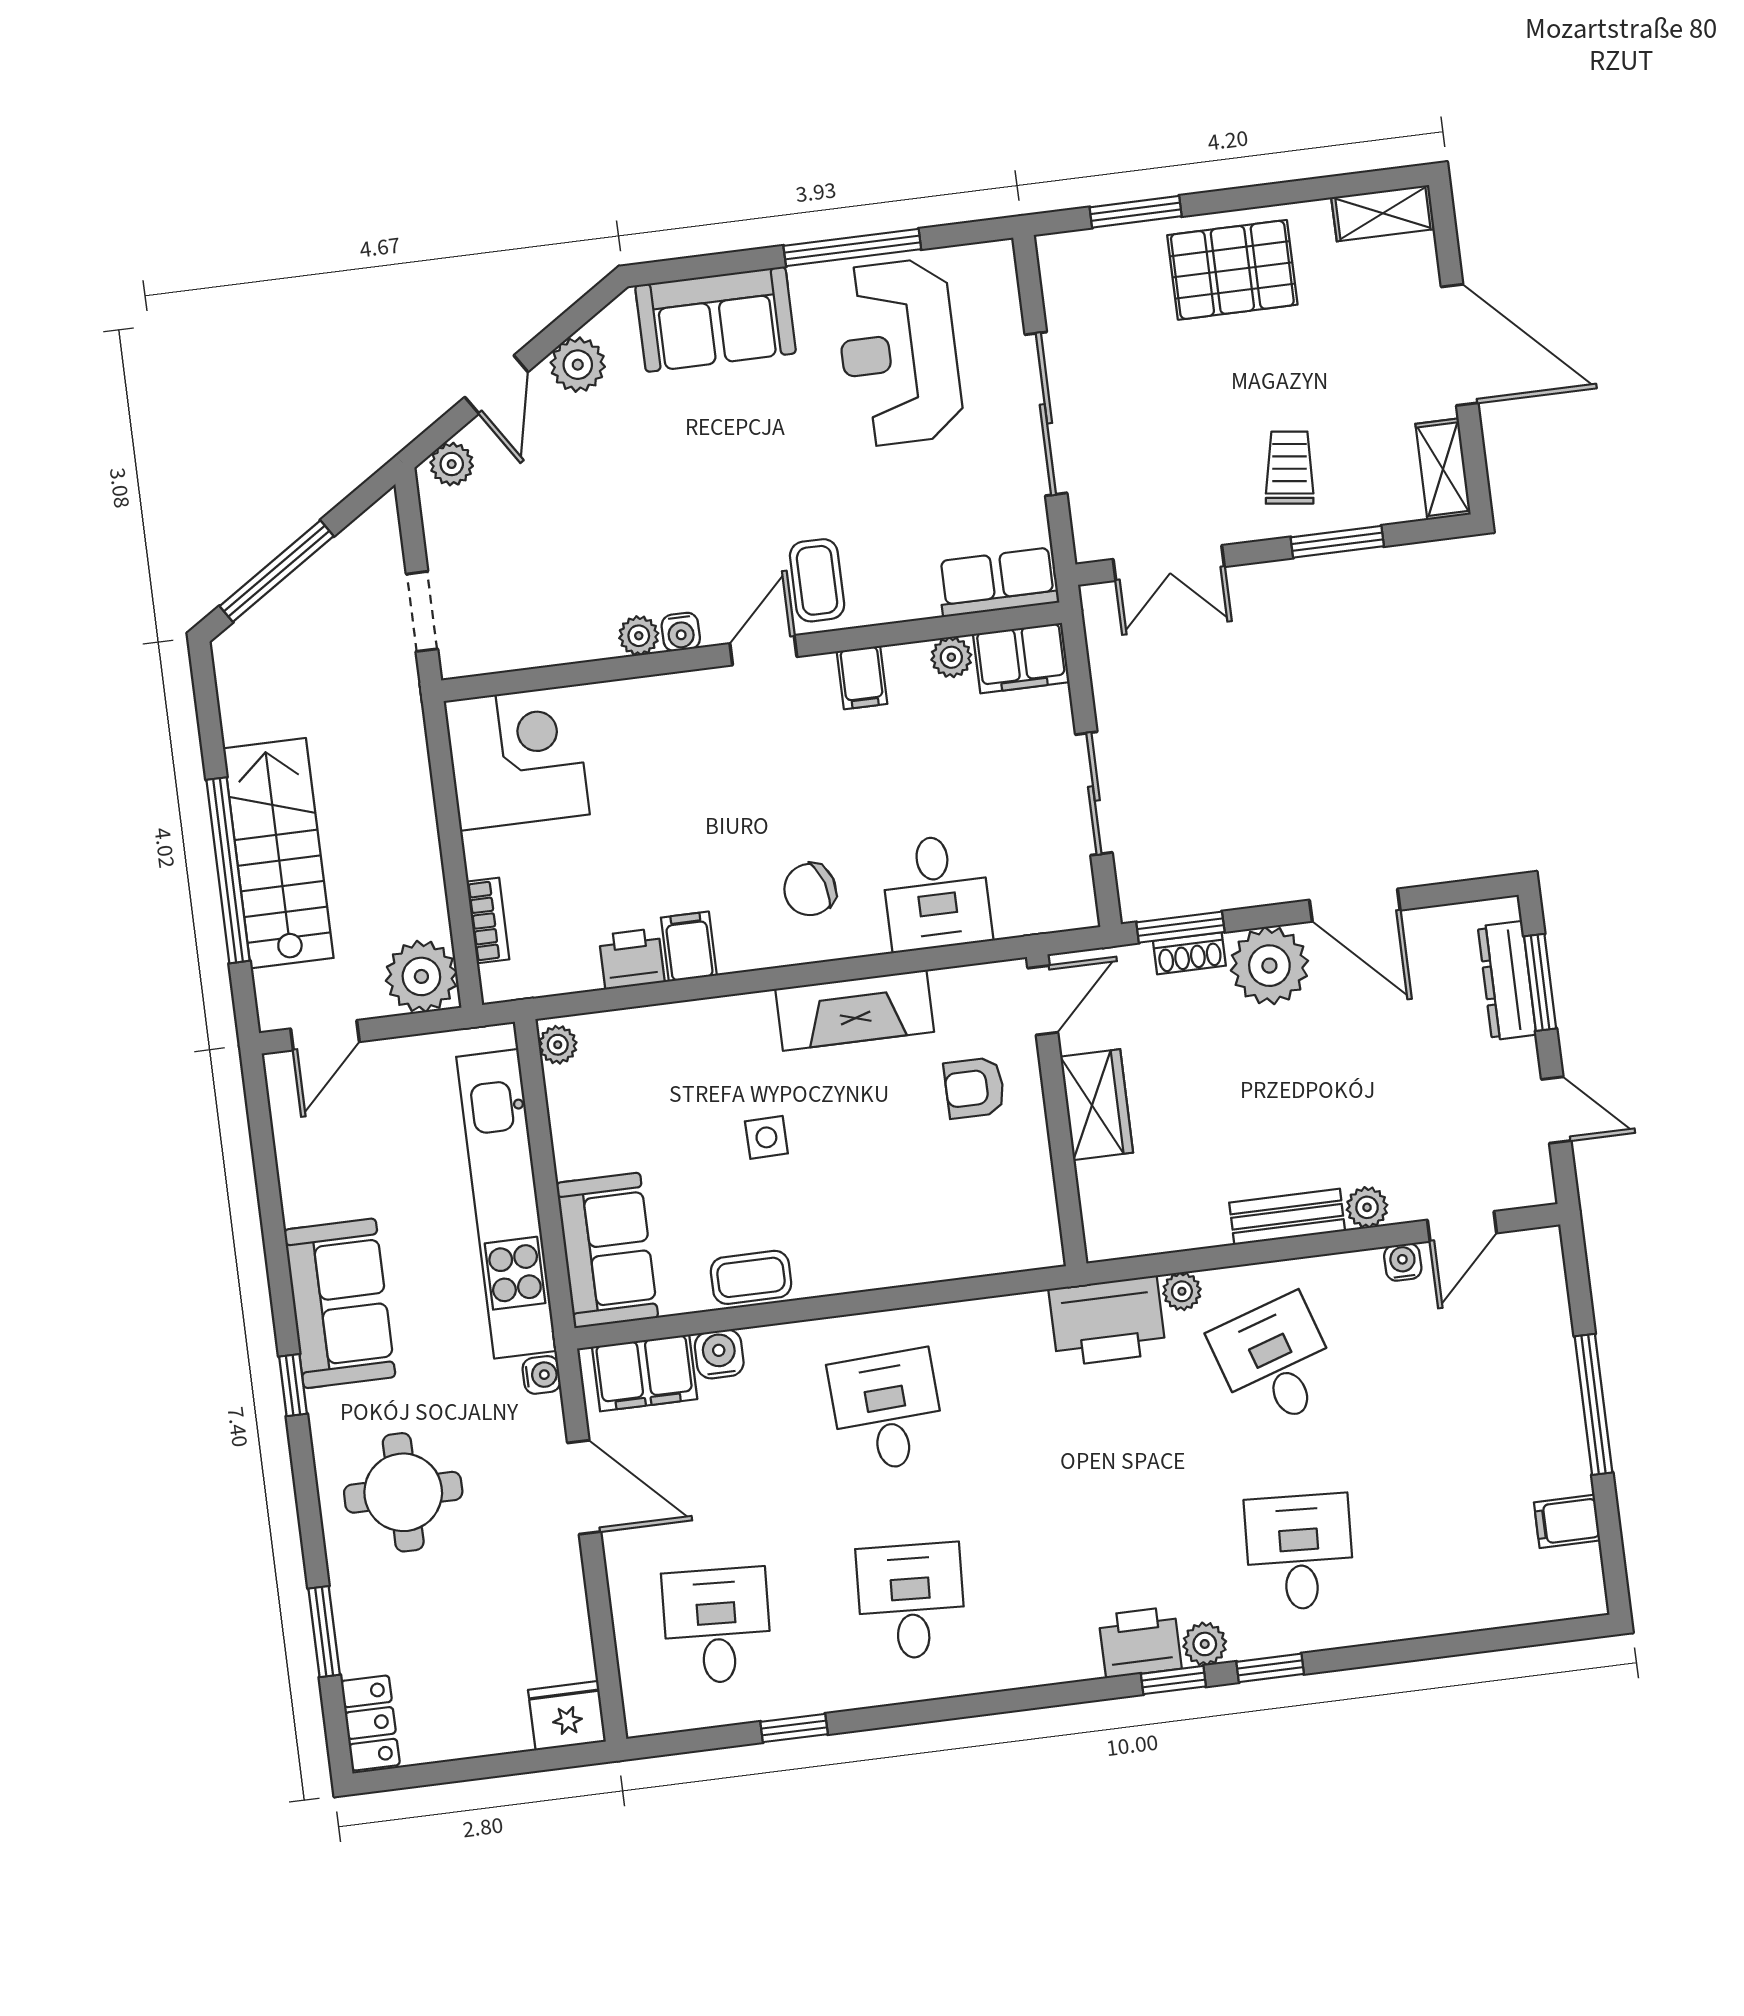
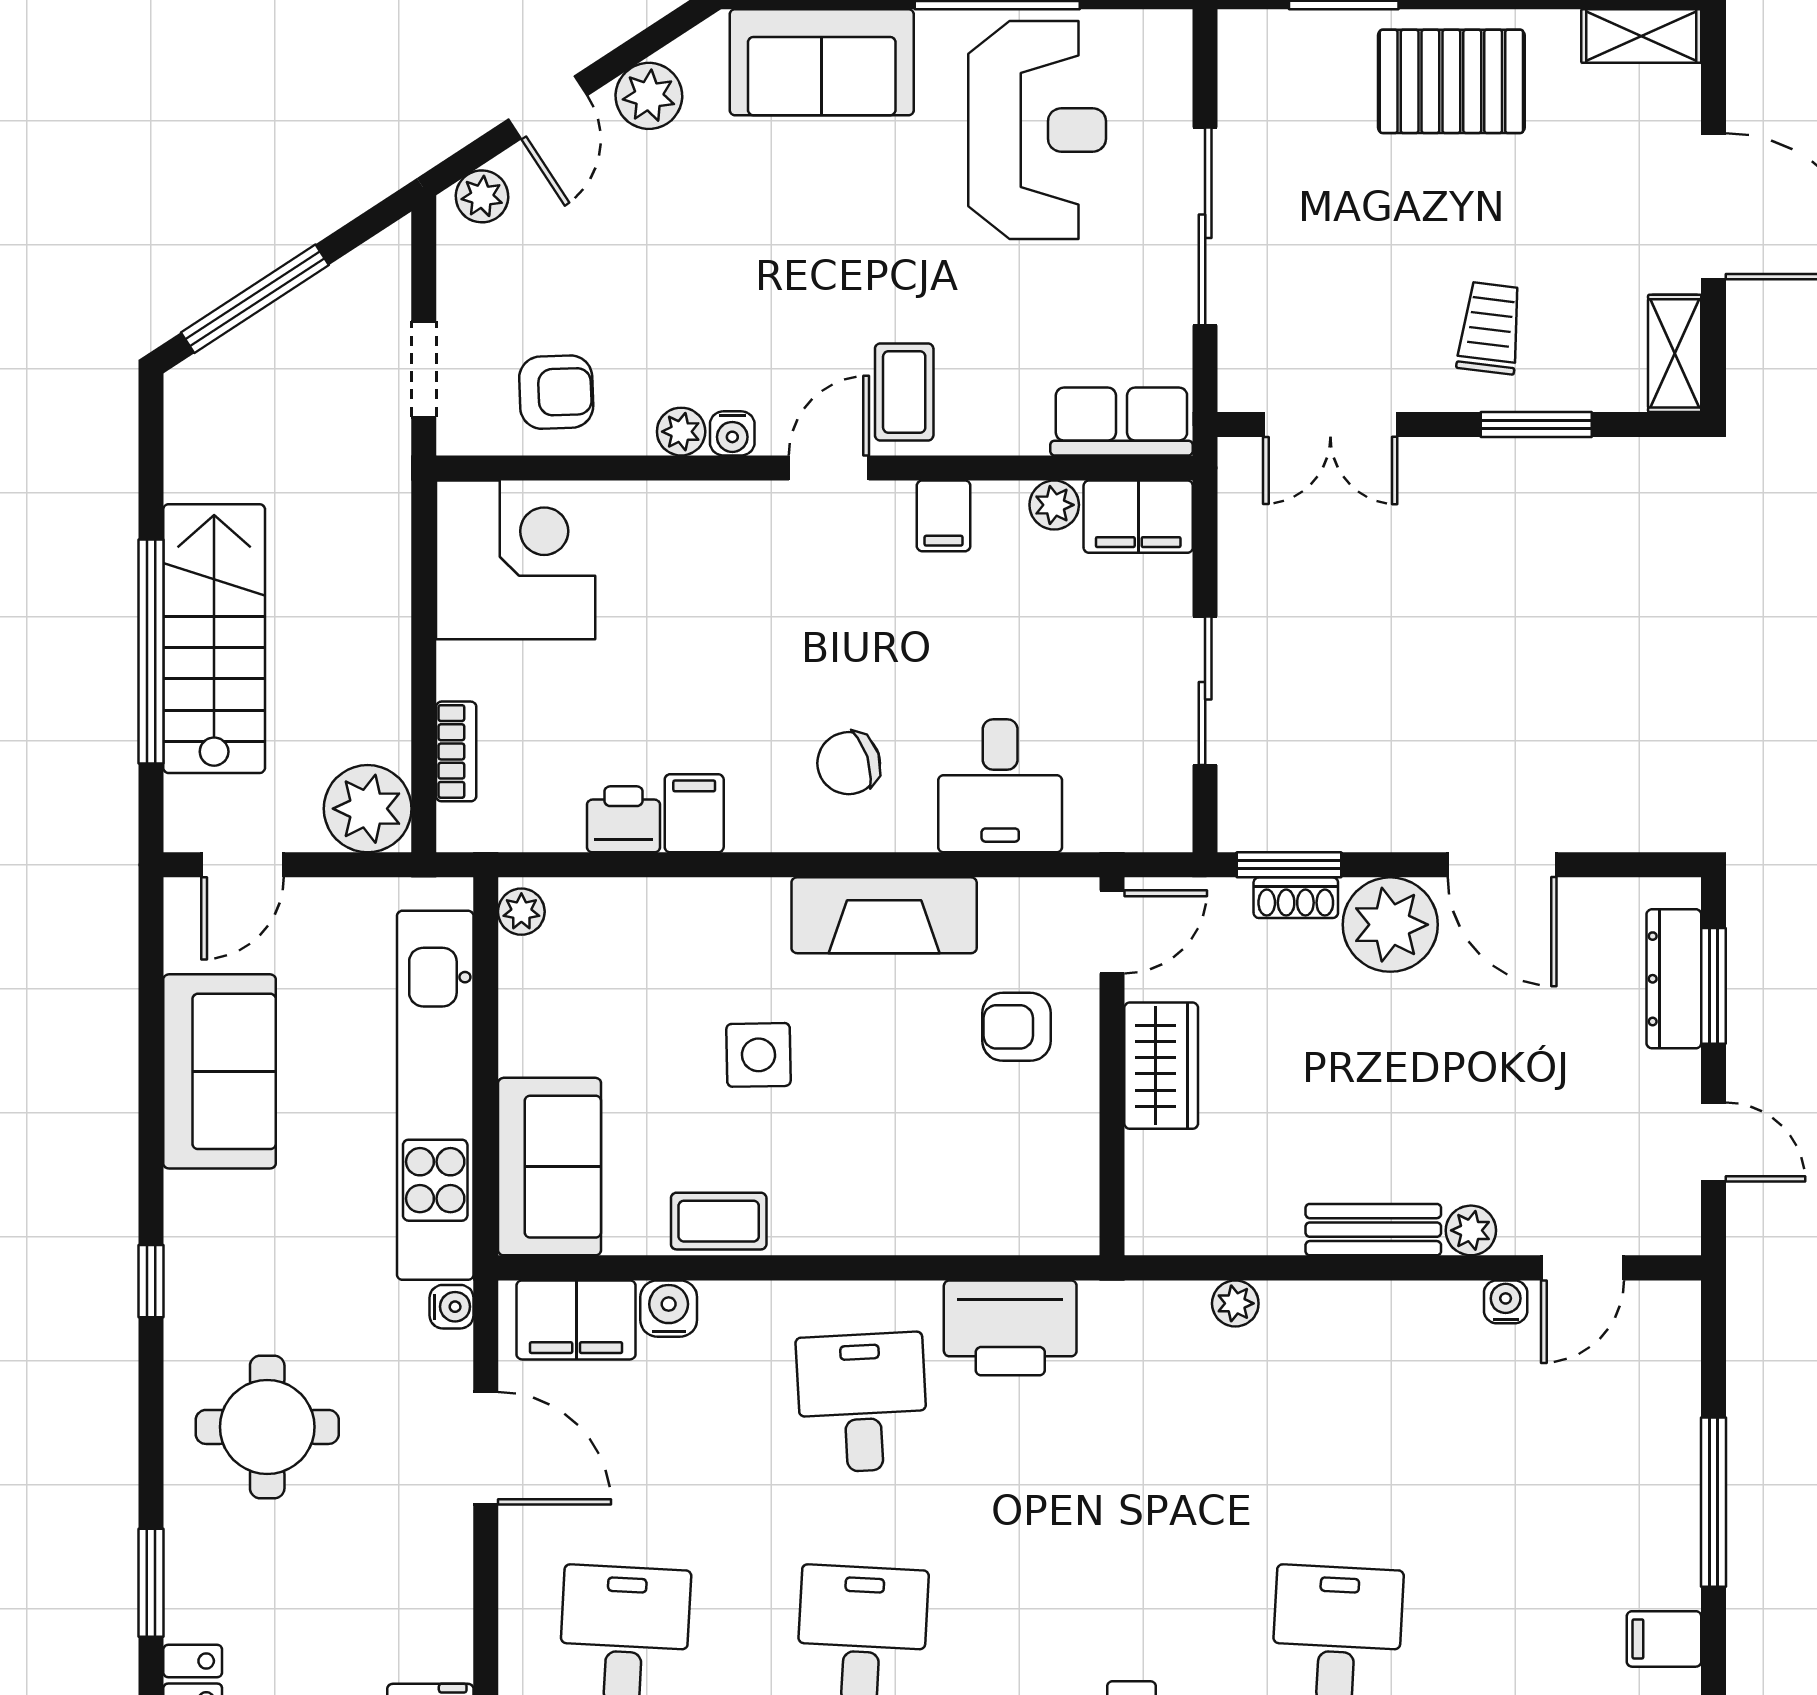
reception desk: (899, 352) -> (1037, 130), turned 180
armchair: (533, 616) -> (556, 392), added
side table: (766, 1137) -> (759, 1055), width x1.37, depth x1.37
sofa: (340, 1303) -> (220, 1071), moved
printer: (1107, 1321) -> (1010, 1328), moved
desk: (1275, 1362) -> (1337, 1403), removed

